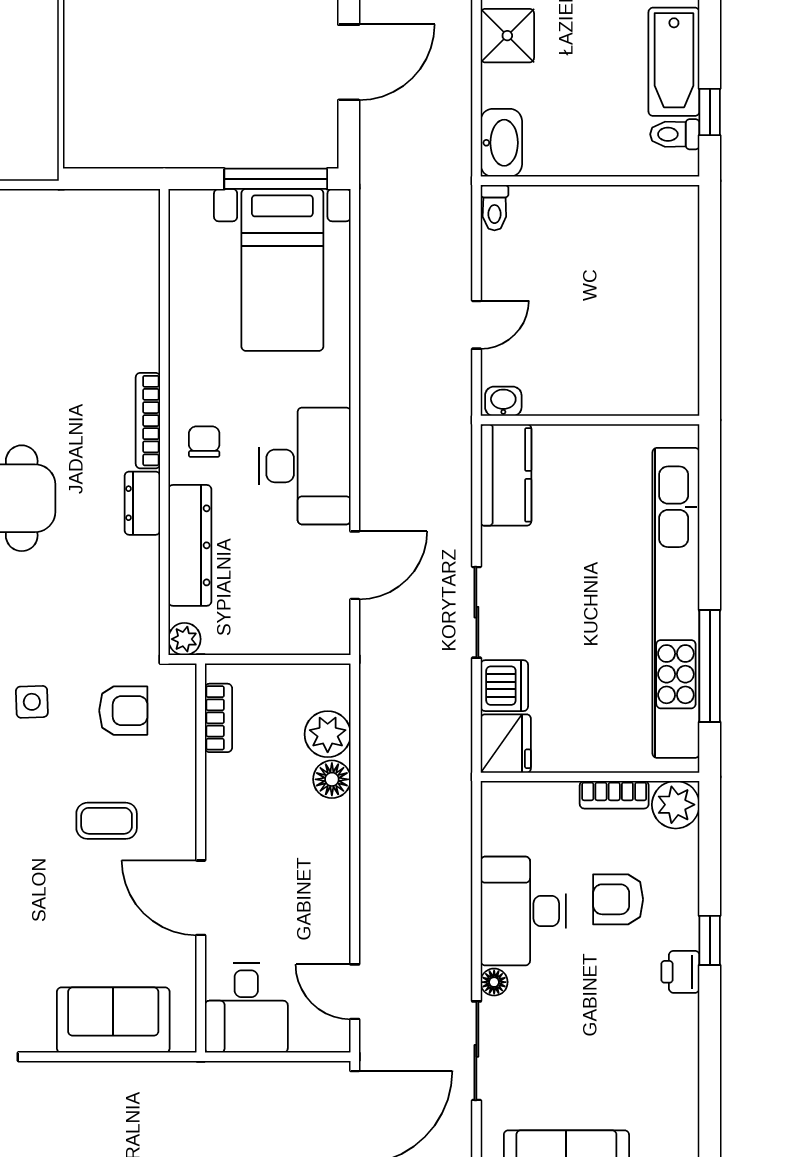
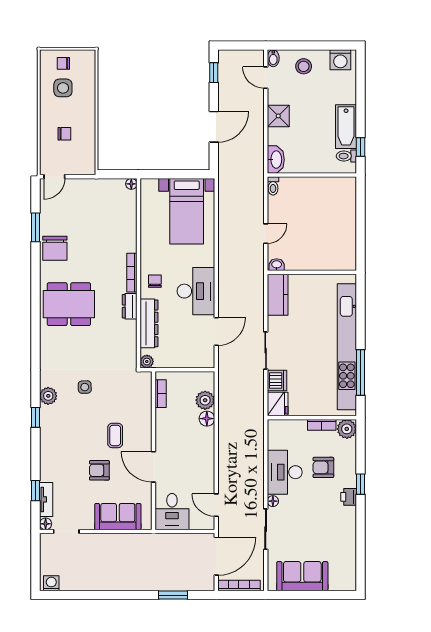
window: (276, 179) -> (184, 174), removed
floor lamp: (146, 203) -> (131, 184), added
armchair: (123, 711) -> (99, 470), moved, turned 180
coffee table: (107, 821) -> (115, 435), turned 90

